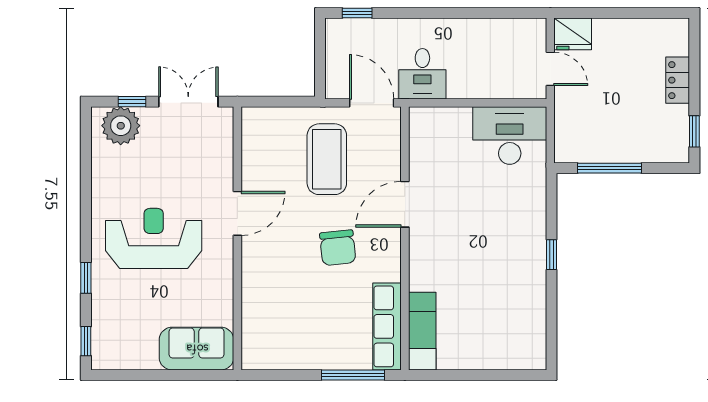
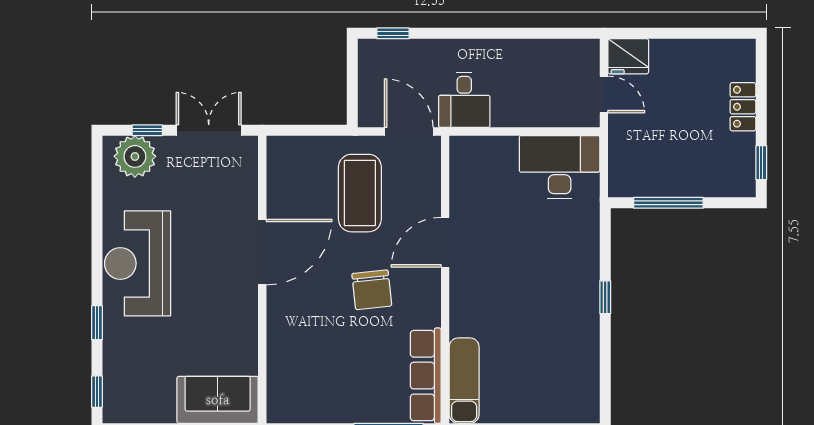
door: (237, 213) -> (262, 252), width x1.36
reception desk: (154, 238) -> (138, 263), moved, turned -90

